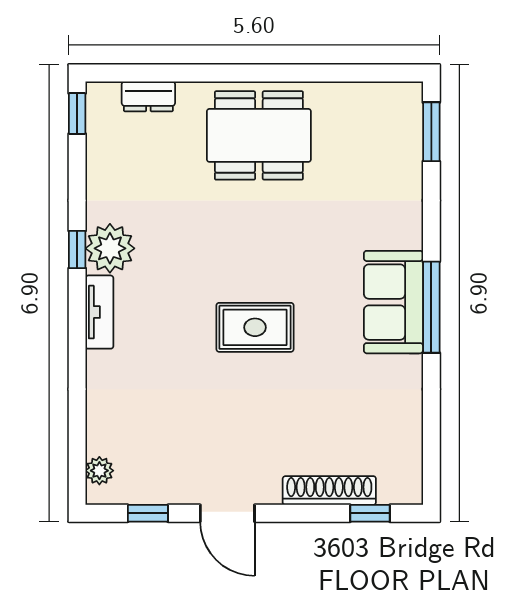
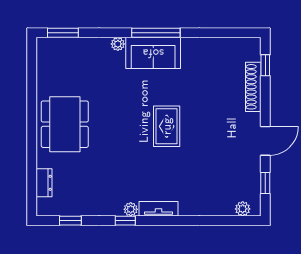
window: (77, 113) -> (70, 221), moved
plant: (410, 235) -> (118, 44), added
plant: (110, 248) -> (131, 209), width x0.53, depth x0.53

